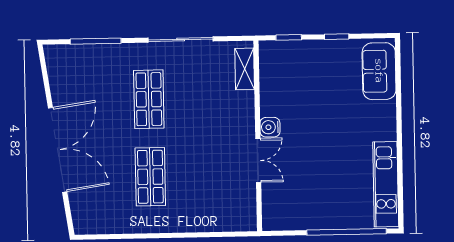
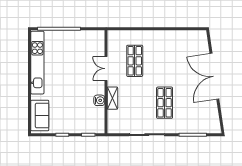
shelving: (245, 69) -> (112, 98), moved
water cooler: (270, 127) -> (99, 100), moved
shop shelf: (150, 177) -> (135, 61), moved
kitchen unit: (386, 184) -> (37, 63), width x1.36

